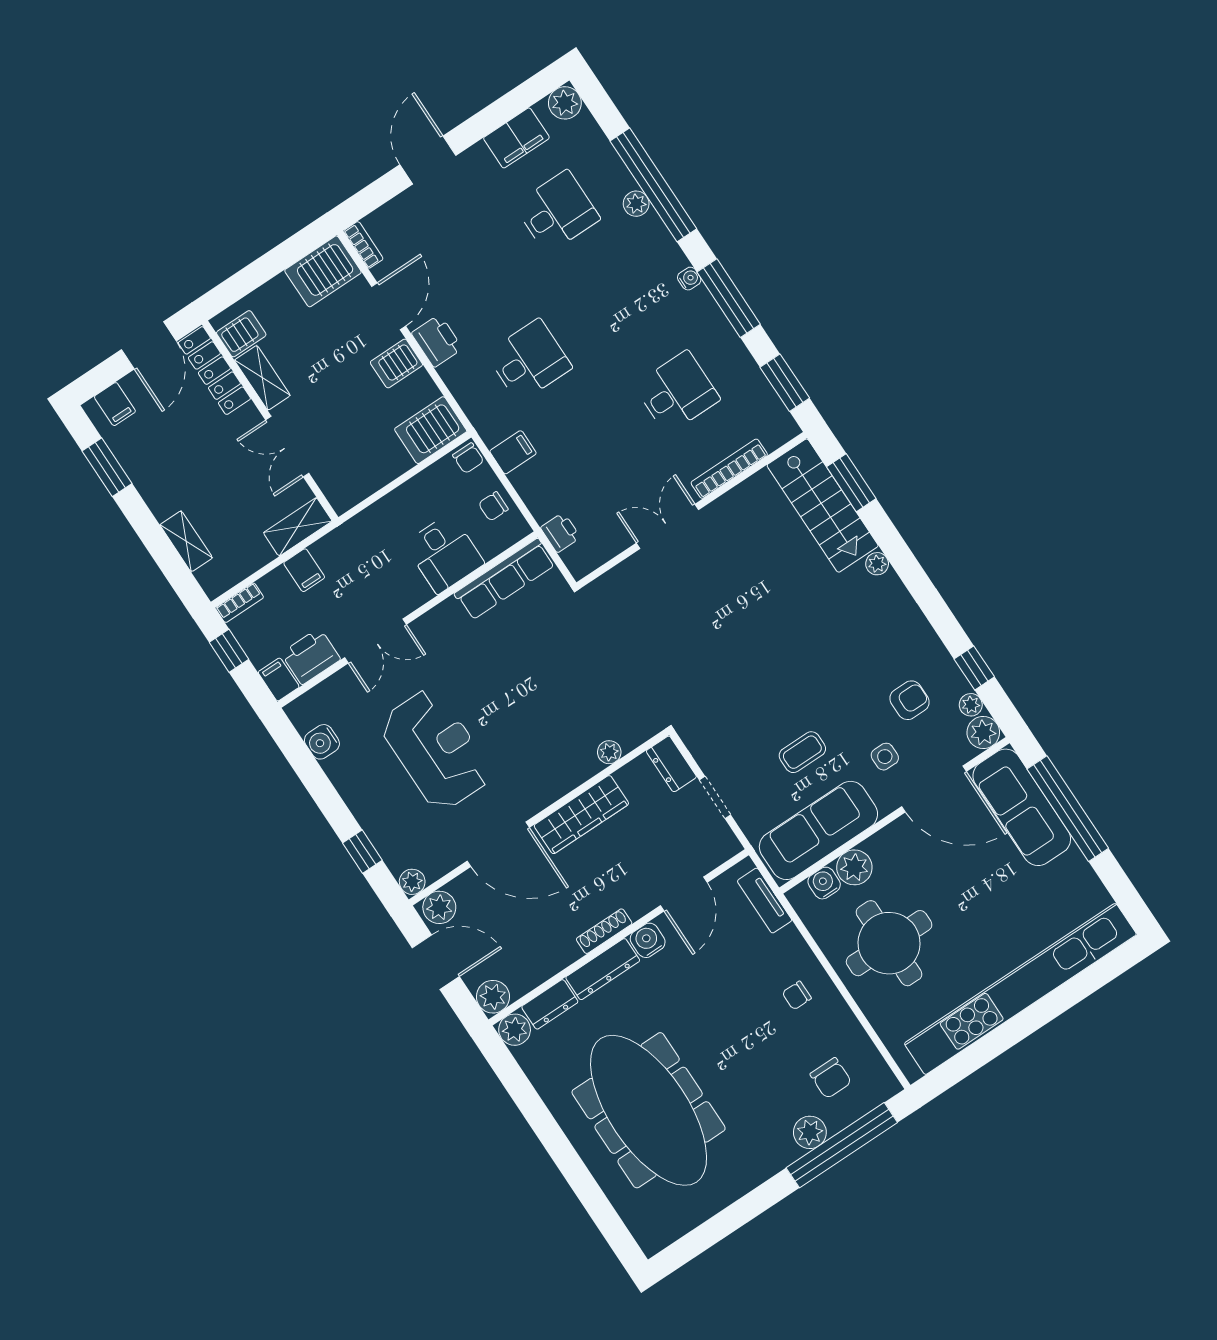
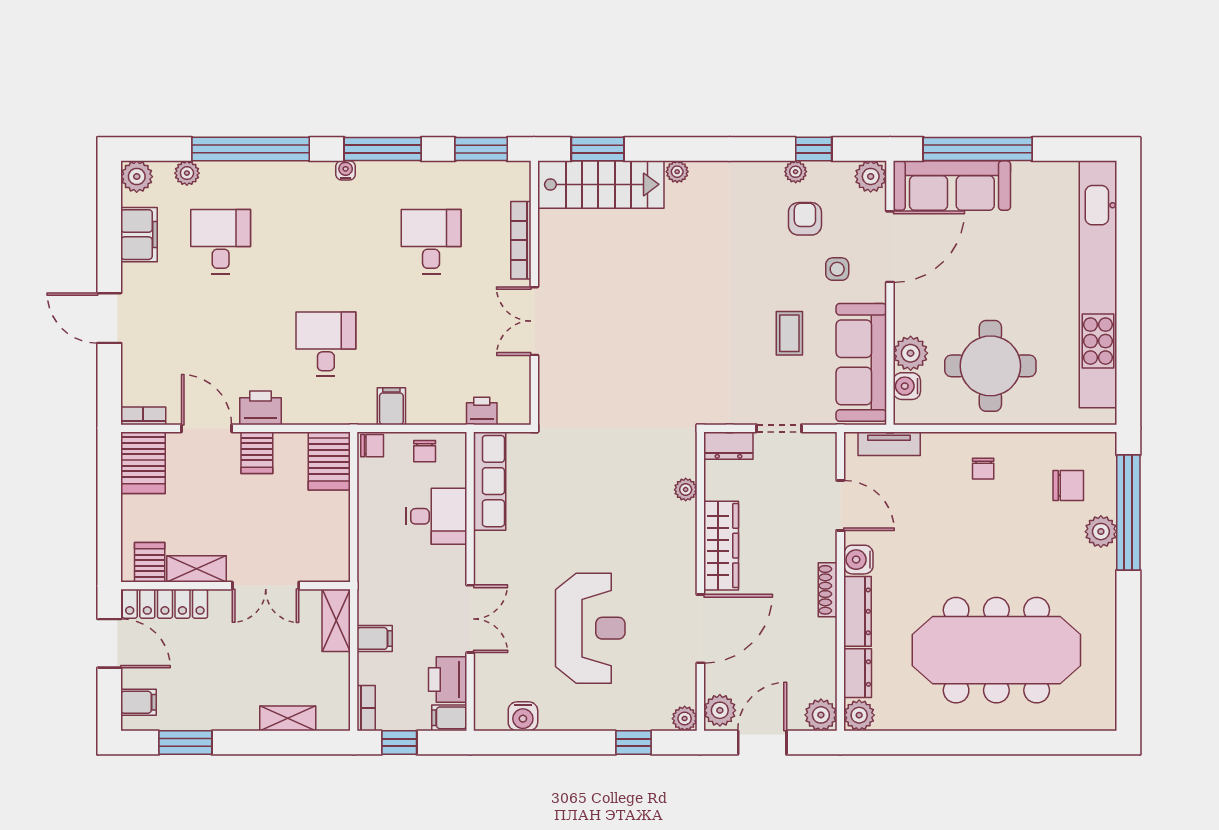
plant: (636, 204) -> (187, 173), moved
plant: (971, 705) -> (796, 172), moved
reception desk: (436, 749) -> (590, 628), turned 90

